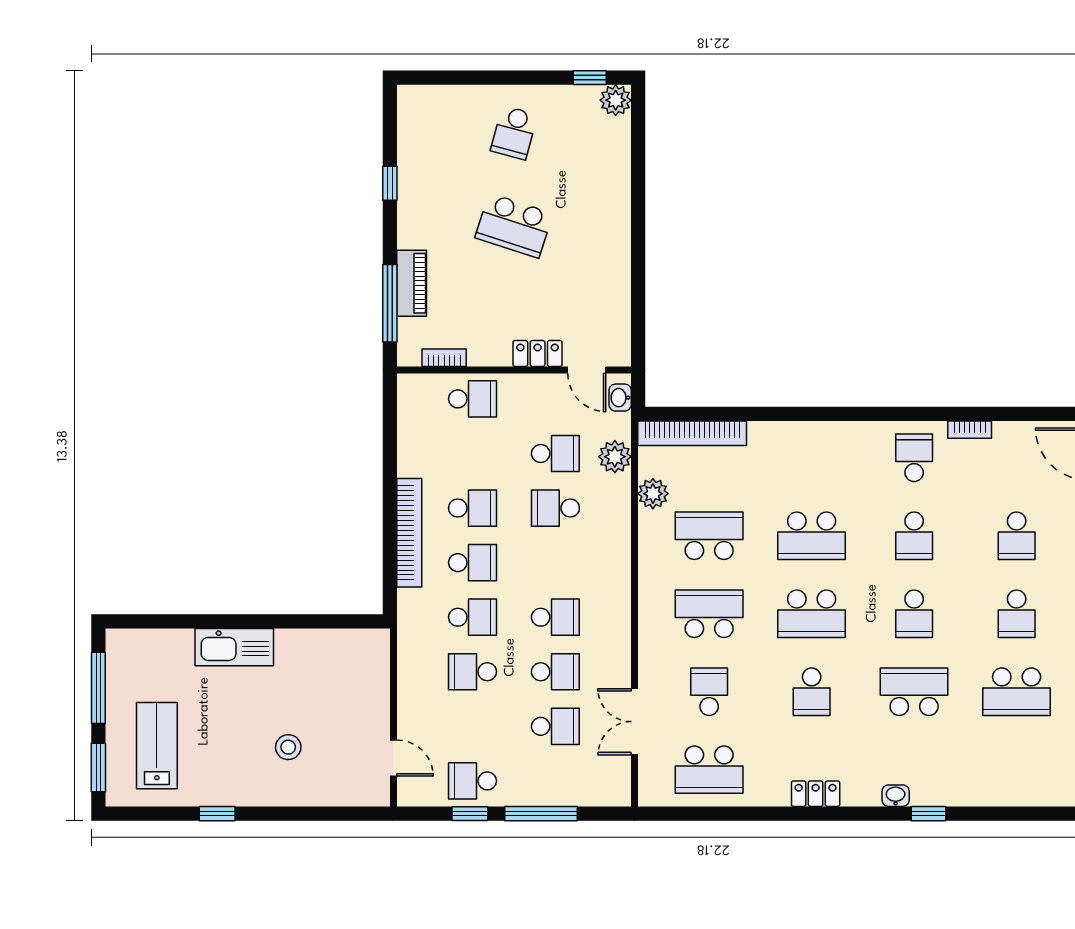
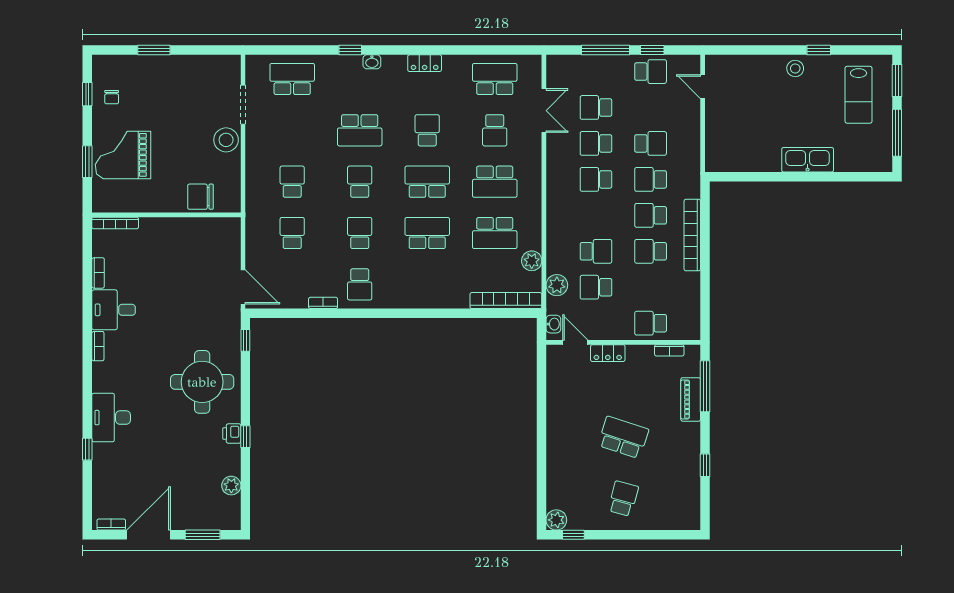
school desk: (1017, 692) -> (292, 79), moved
stool: (288, 747) -> (795, 68), moved

